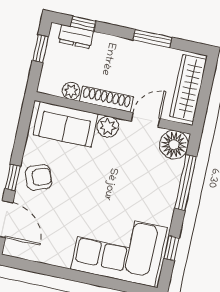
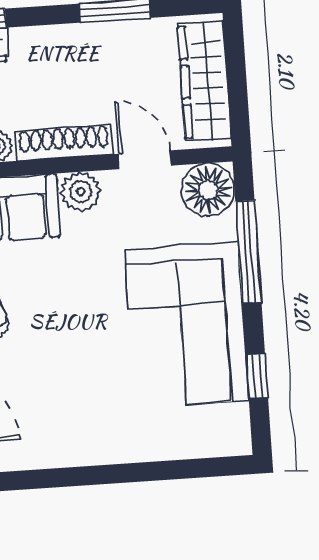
door: (146, 120) -> (145, 160), hinge flipped
corner sofa: (119, 248) -> (187, 325), moved, turned -90

